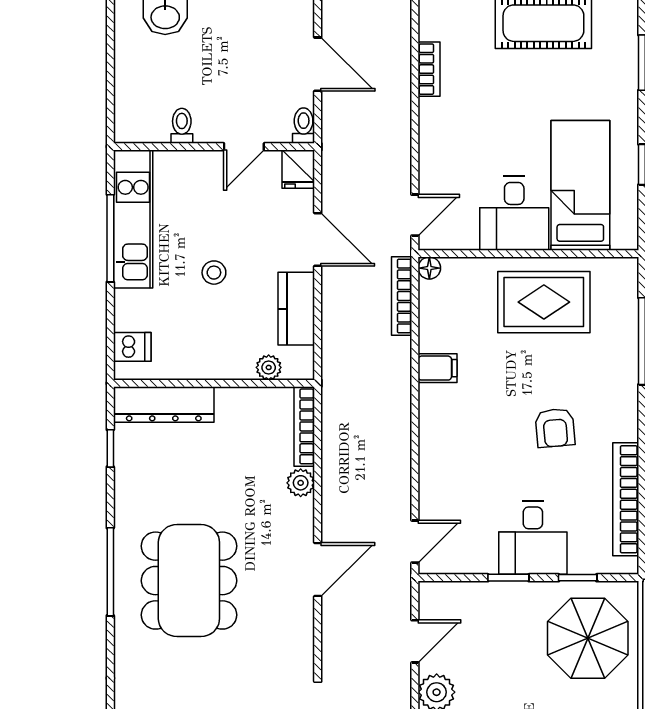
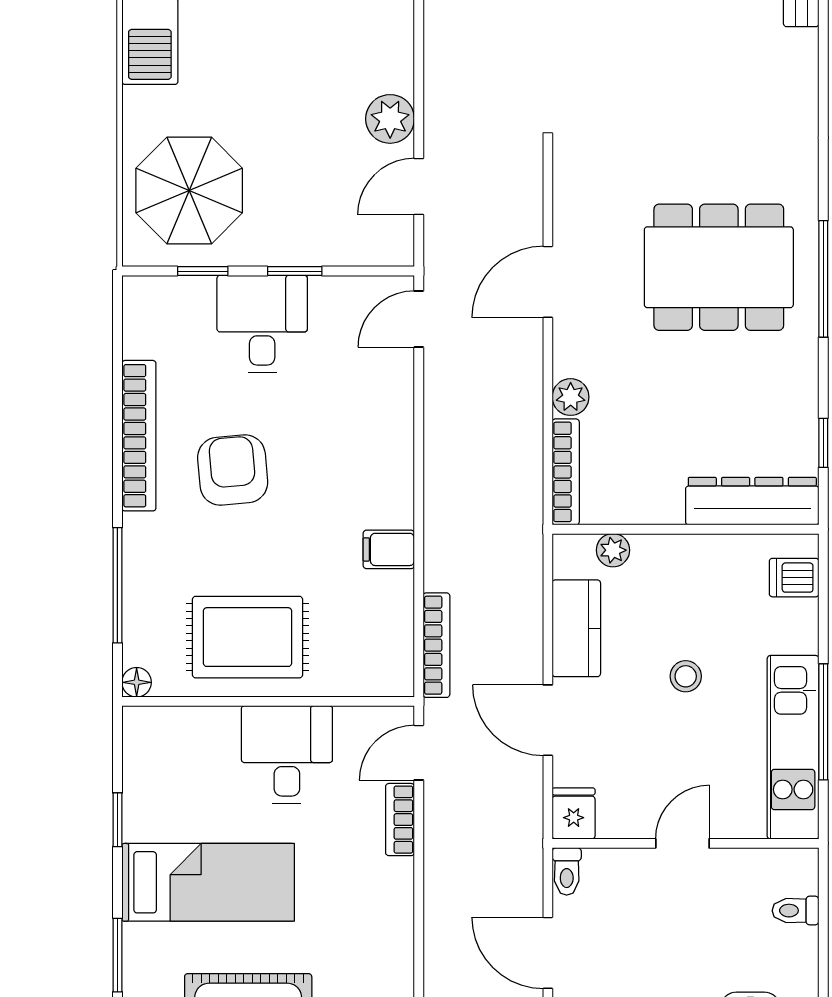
bookcase: (429, 69) -> (400, 820), moved
toilet: (182, 126) -> (796, 911), moved, turned 90
door: (244, 147) -> (682, 843), moved
bed: (580, 185) -> (208, 882), moved, turned -90
floor lamp: (429, 268) -> (137, 682), moved
armchair: (555, 428) -> (233, 470), width x1.38, depth x1.38
bookcase: (626, 499) -> (139, 436), moved
dining table: (189, 581) -> (719, 267), turned 90

